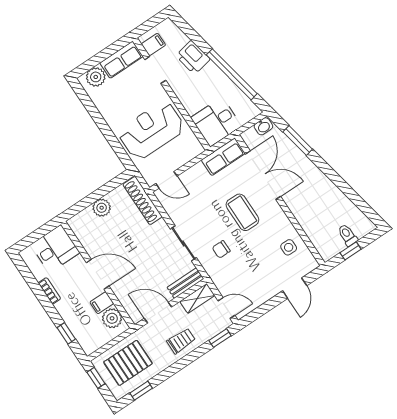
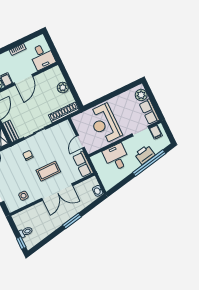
window: (232, 74) -> (149, 163), moved
desk: (216, 122) -> (116, 157), moved
reception desk: (151, 130) -> (105, 124), turned 180
window: (298, 141) -> (72, 221), moved
double door: (263, 175) -> (57, 192), moved
door: (166, 180) -> (80, 142), moved
window: (351, 251) -> (21, 243), moved

